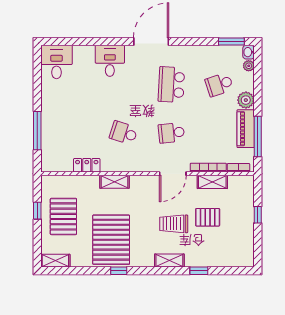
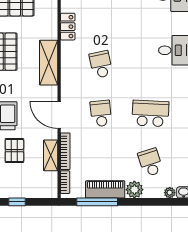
school desk: (124, 133) -> (101, 64), turned -30
shelving: (115, 182) -> (49, 63), width x1.50, depth x1.33

